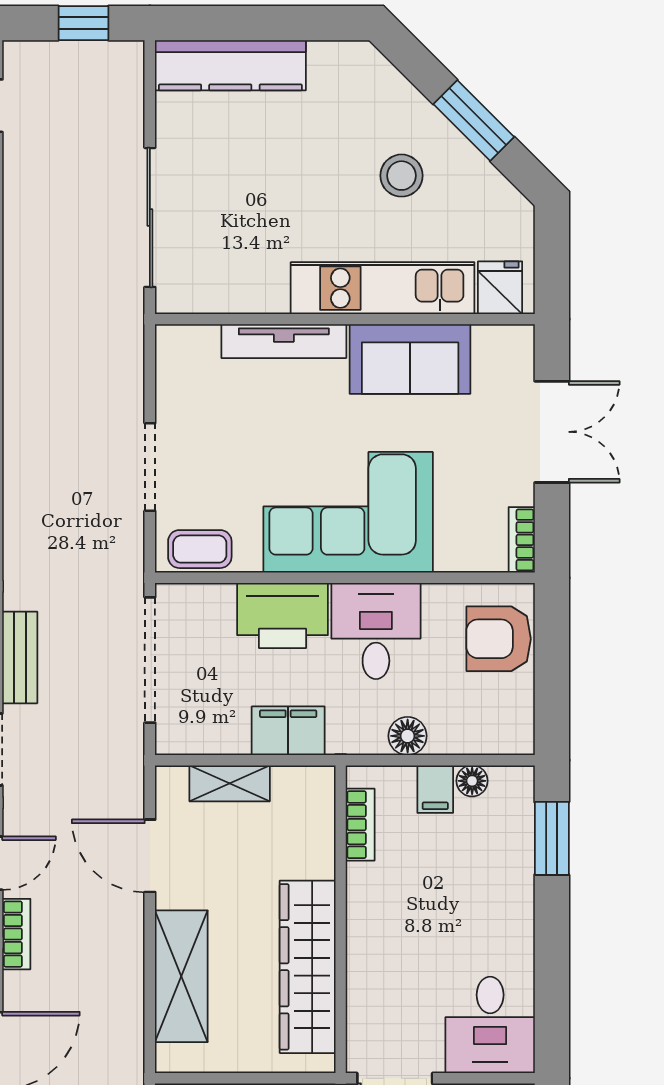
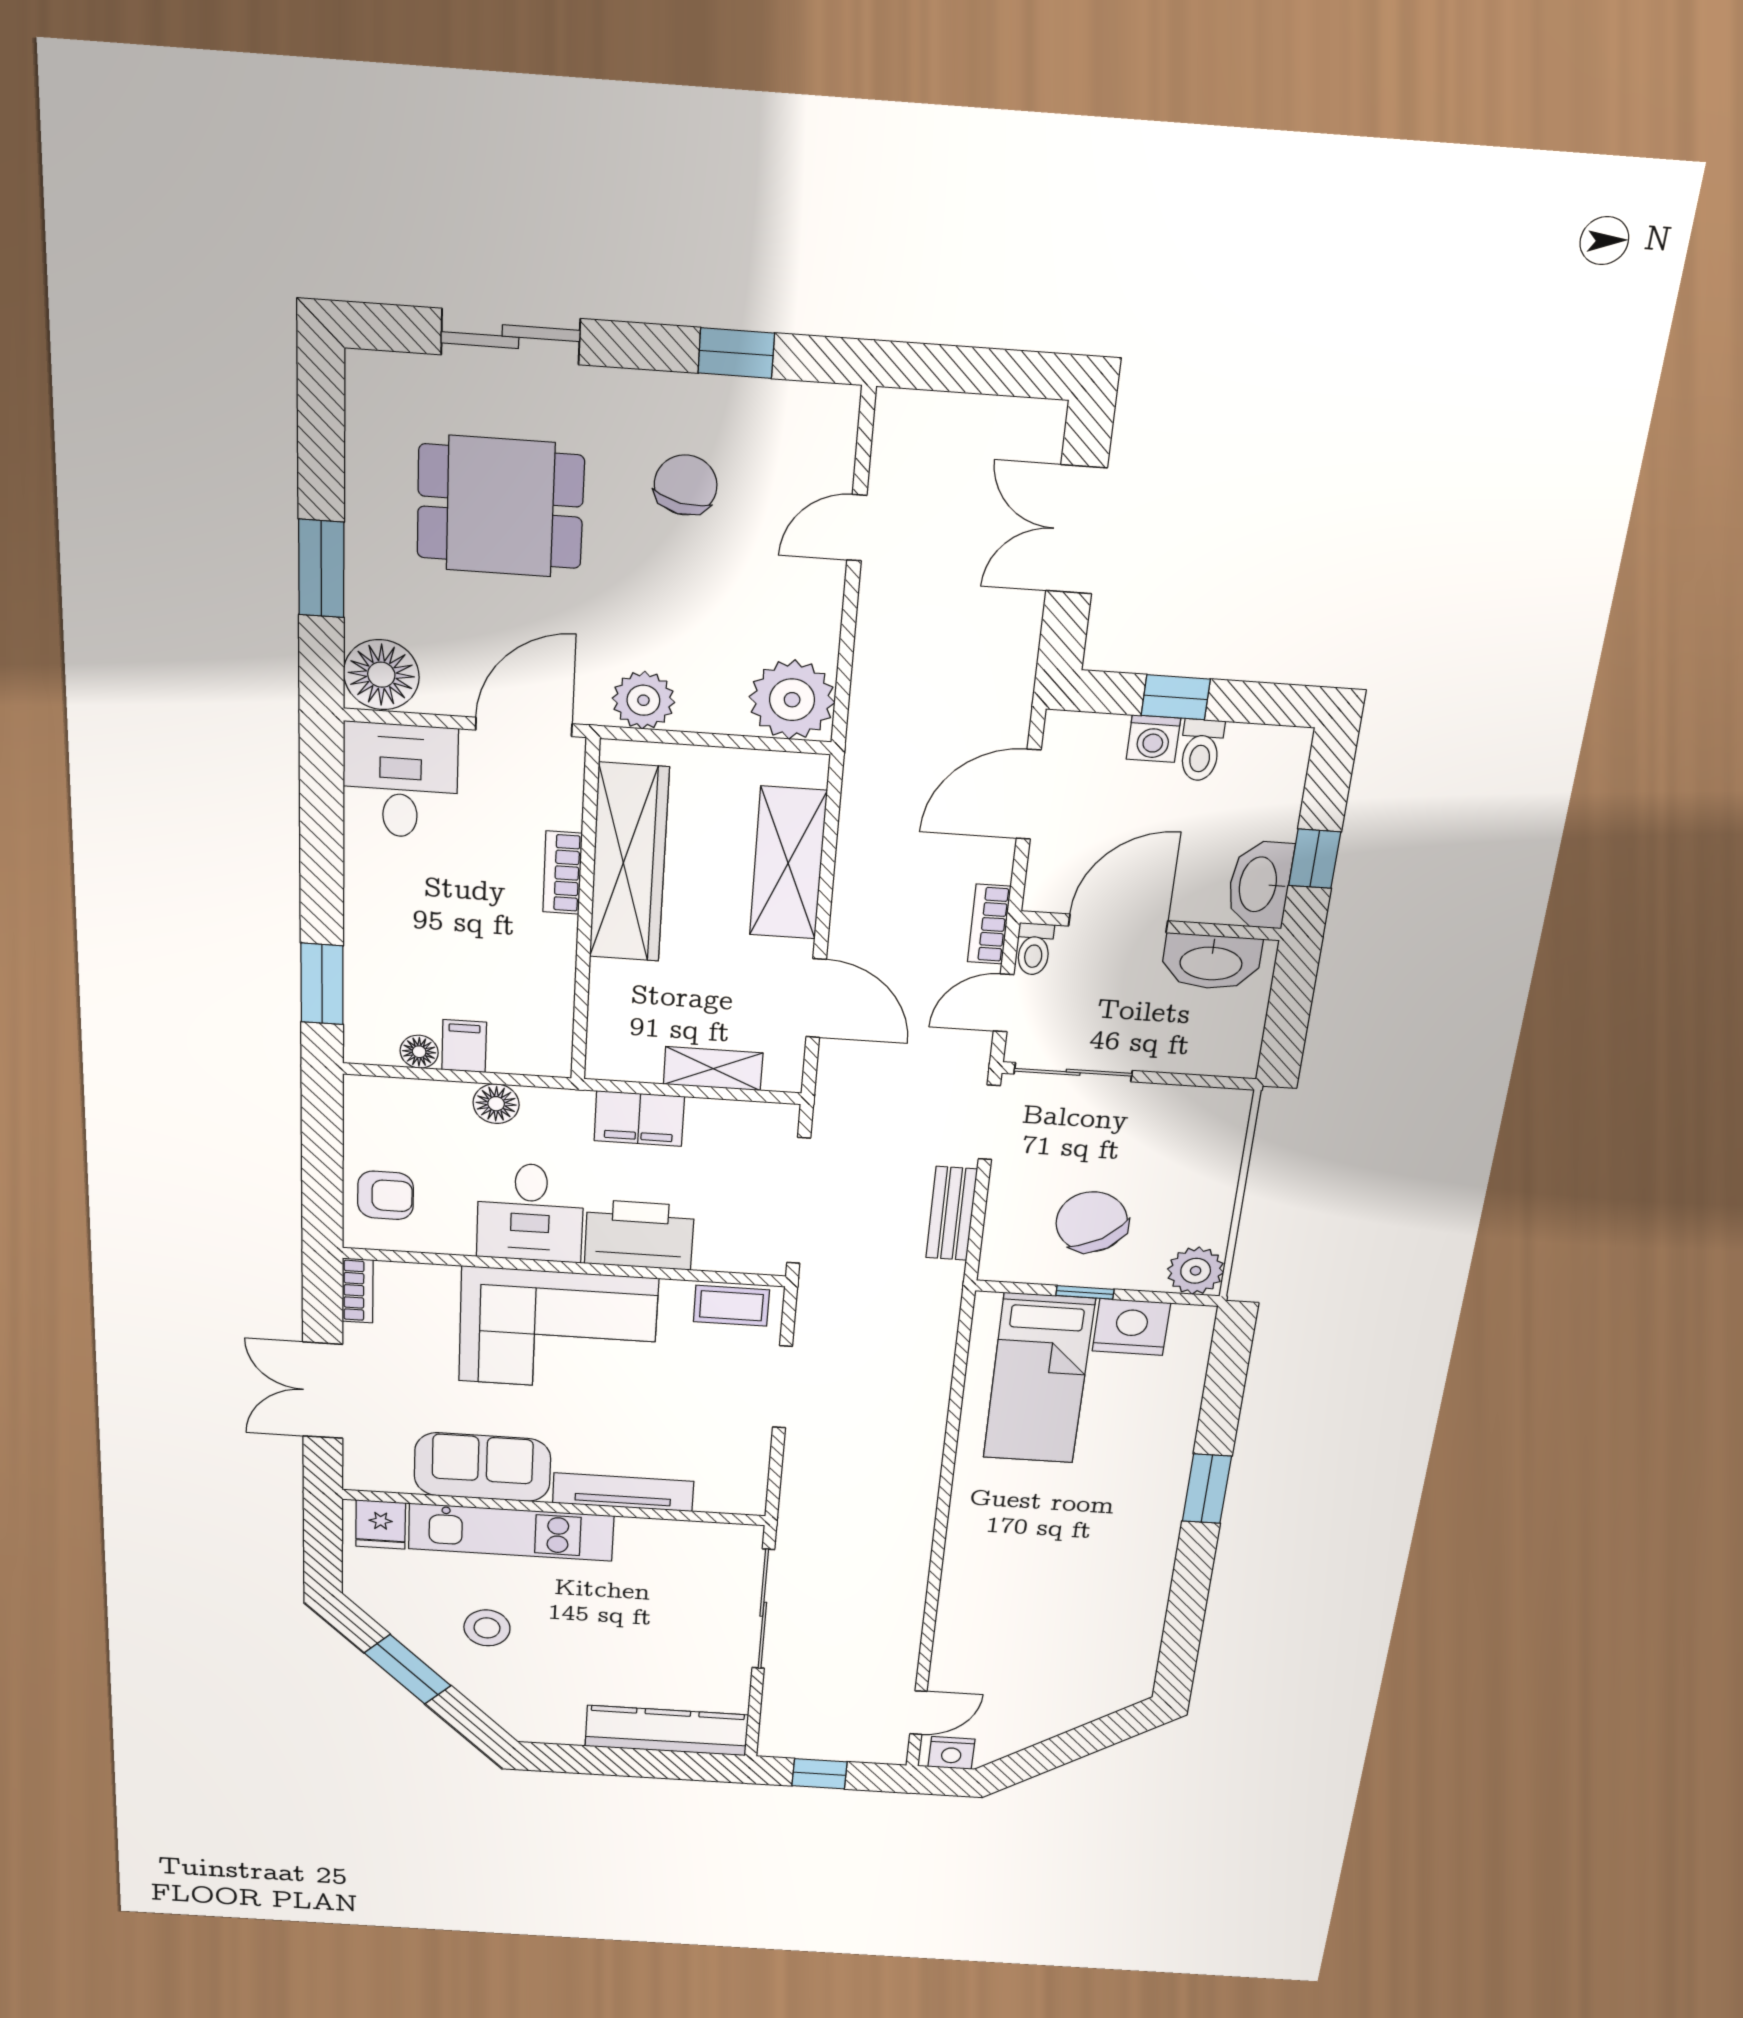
armchair: (499, 639) -> (385, 1195), width x0.72, depth x0.72
bookcase: (360, 825) -> (563, 873), moved

